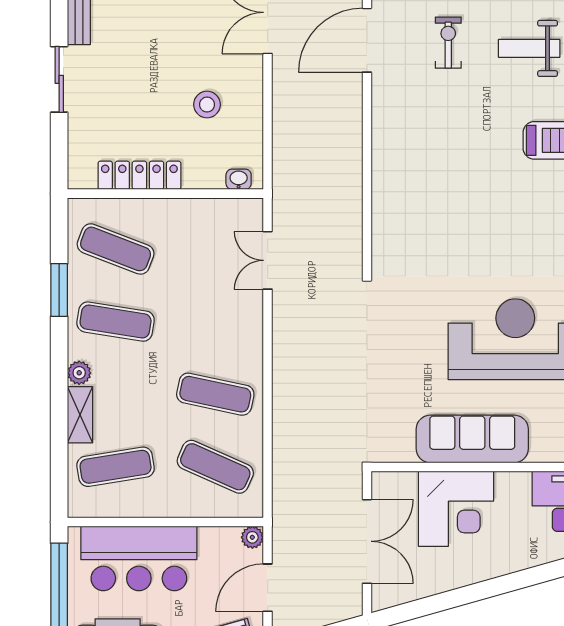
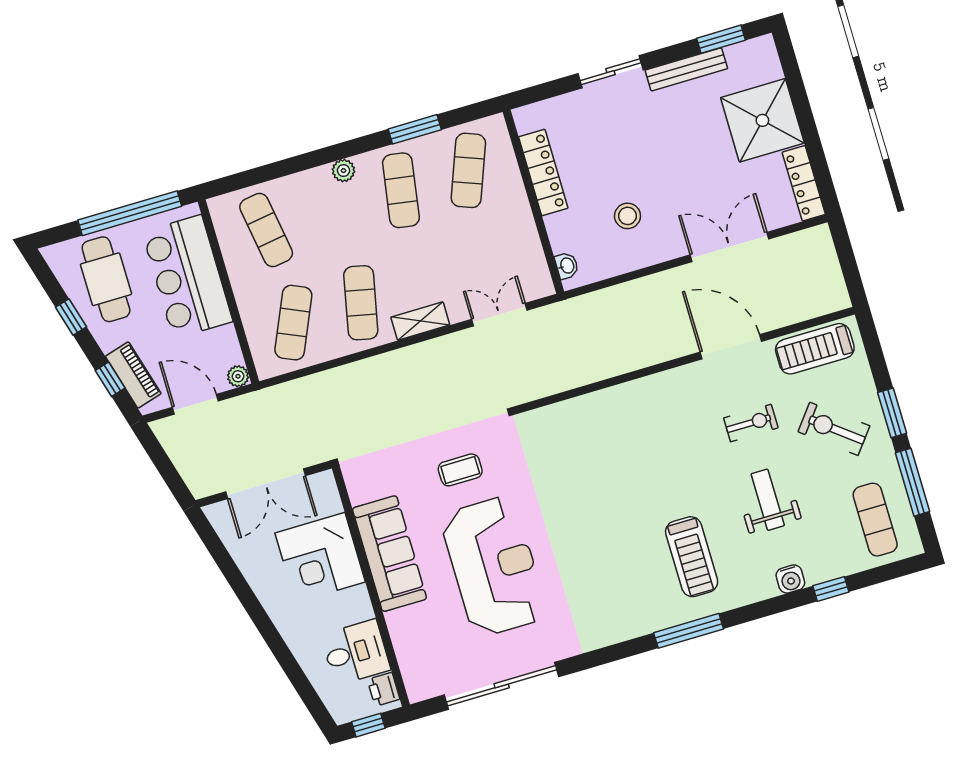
coffee table: (410, 344) -> (460, 470), added
shelving: (80, 415) -> (420, 321), moved

